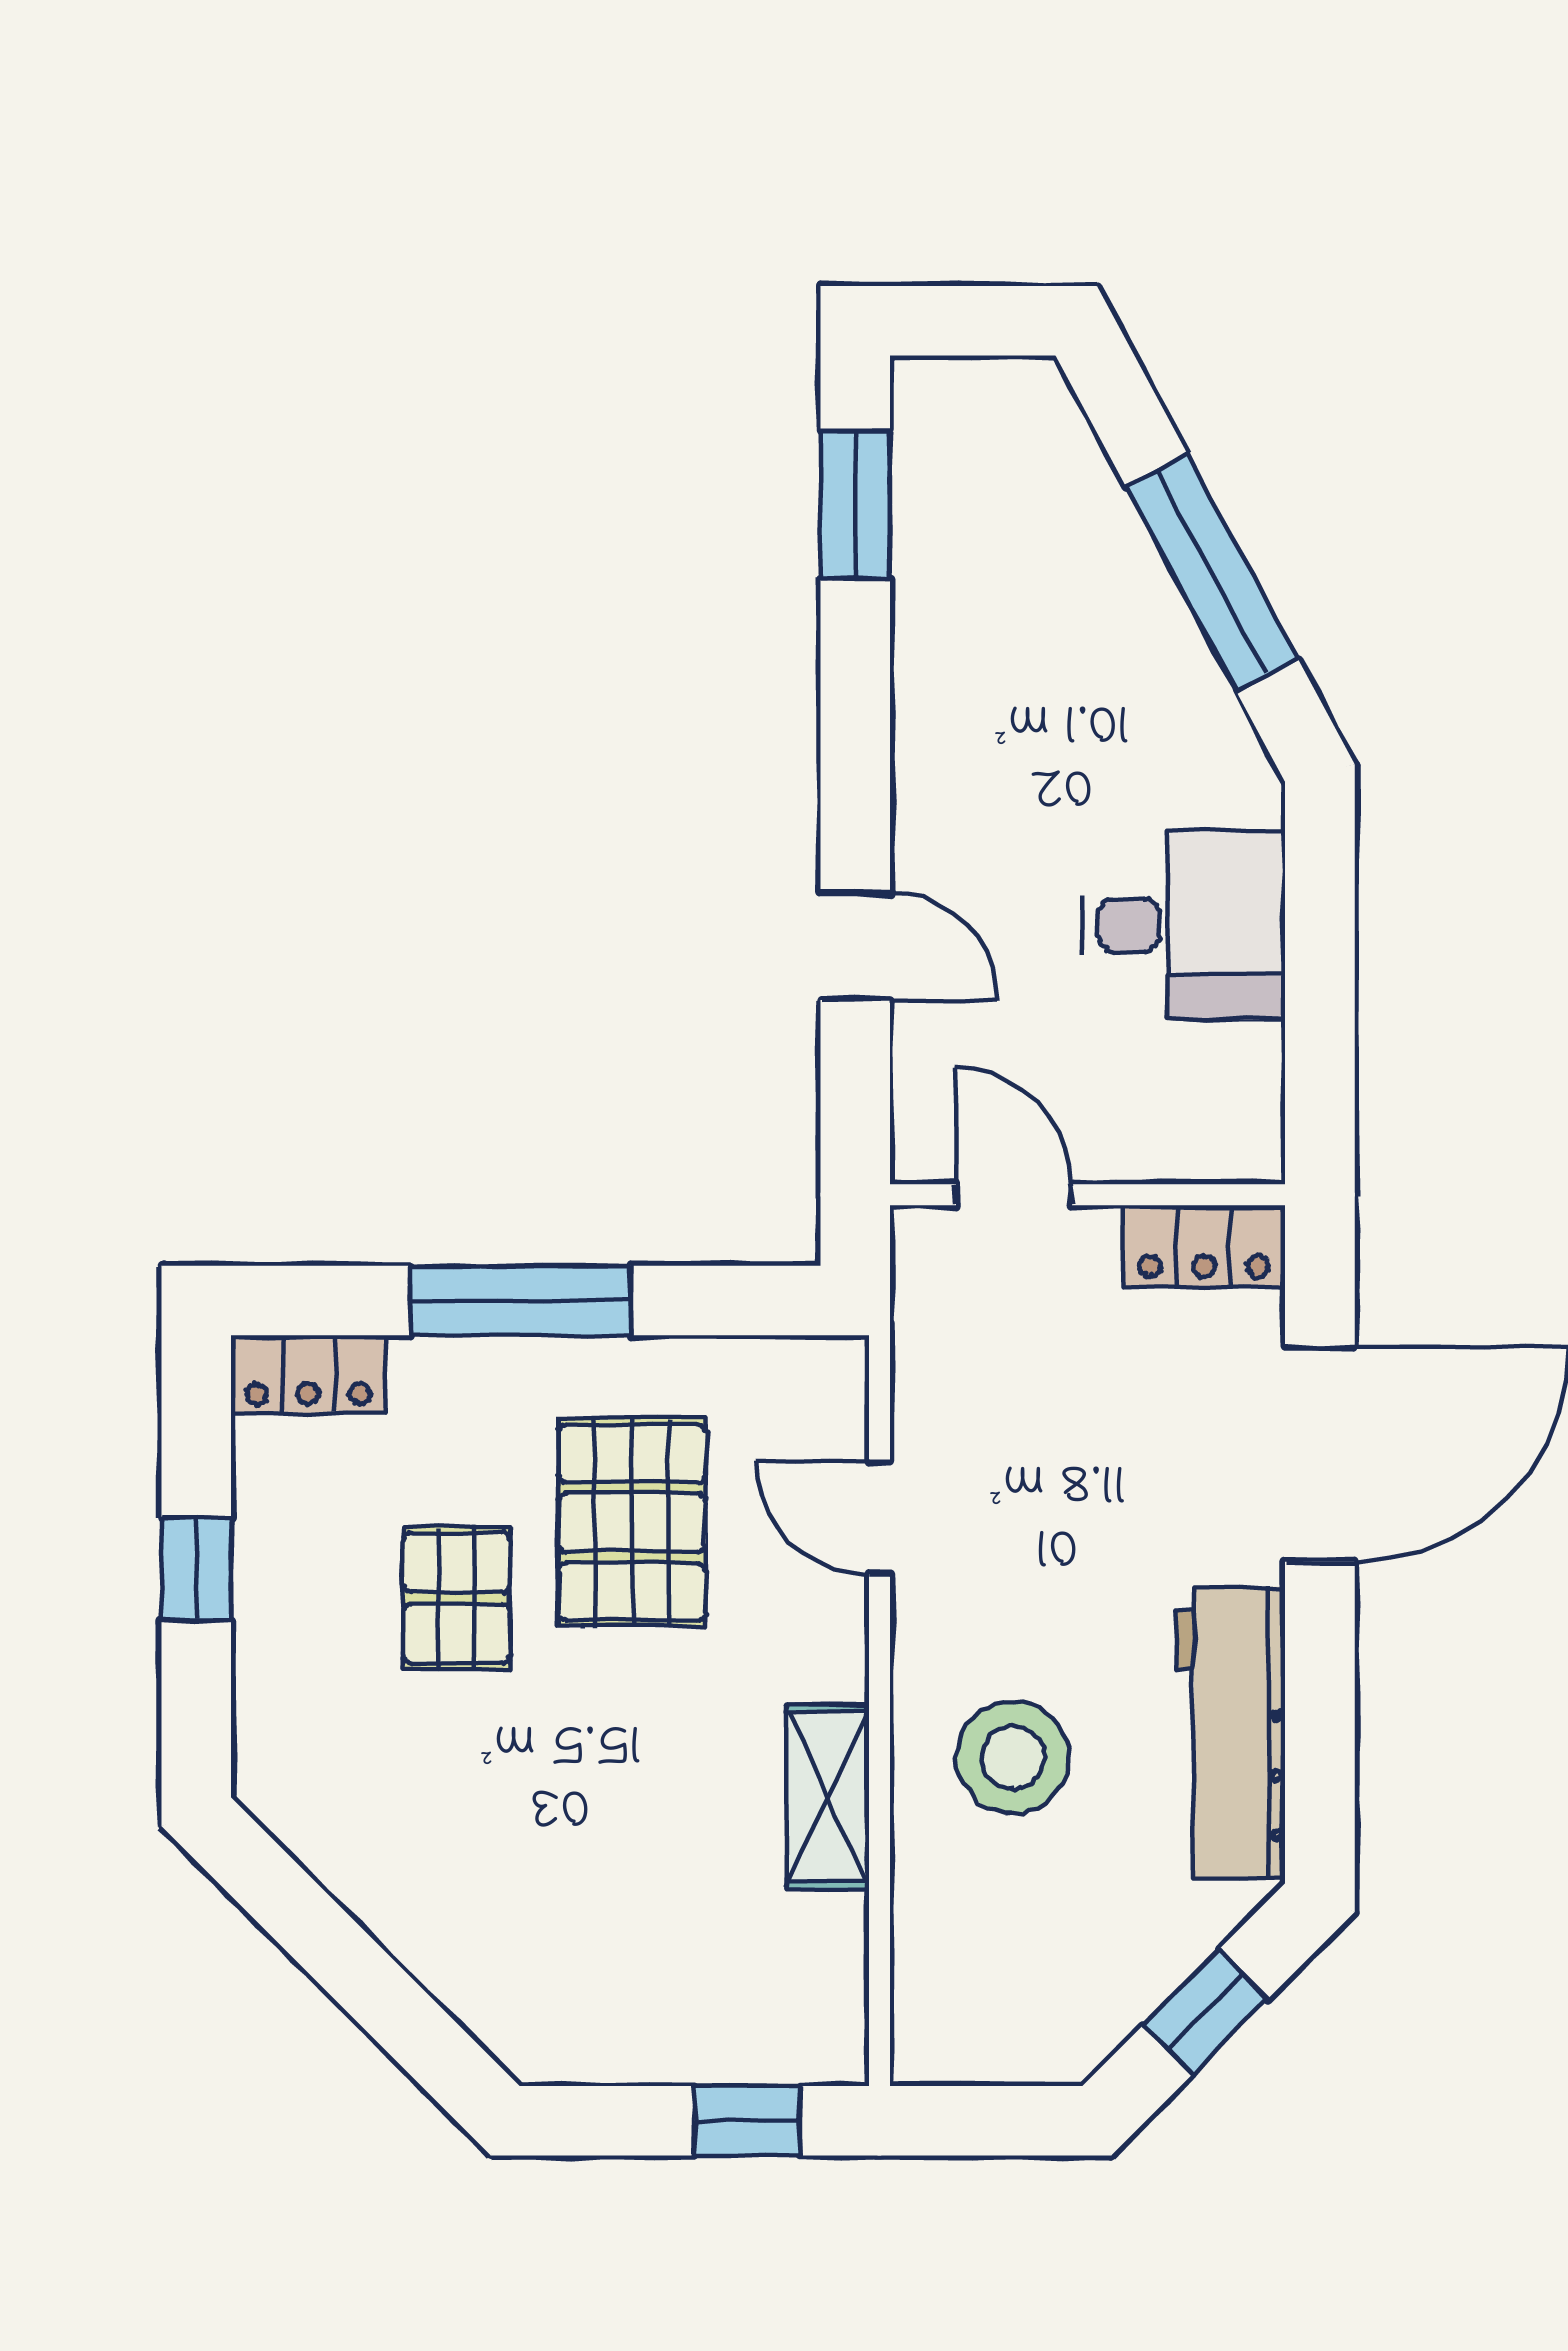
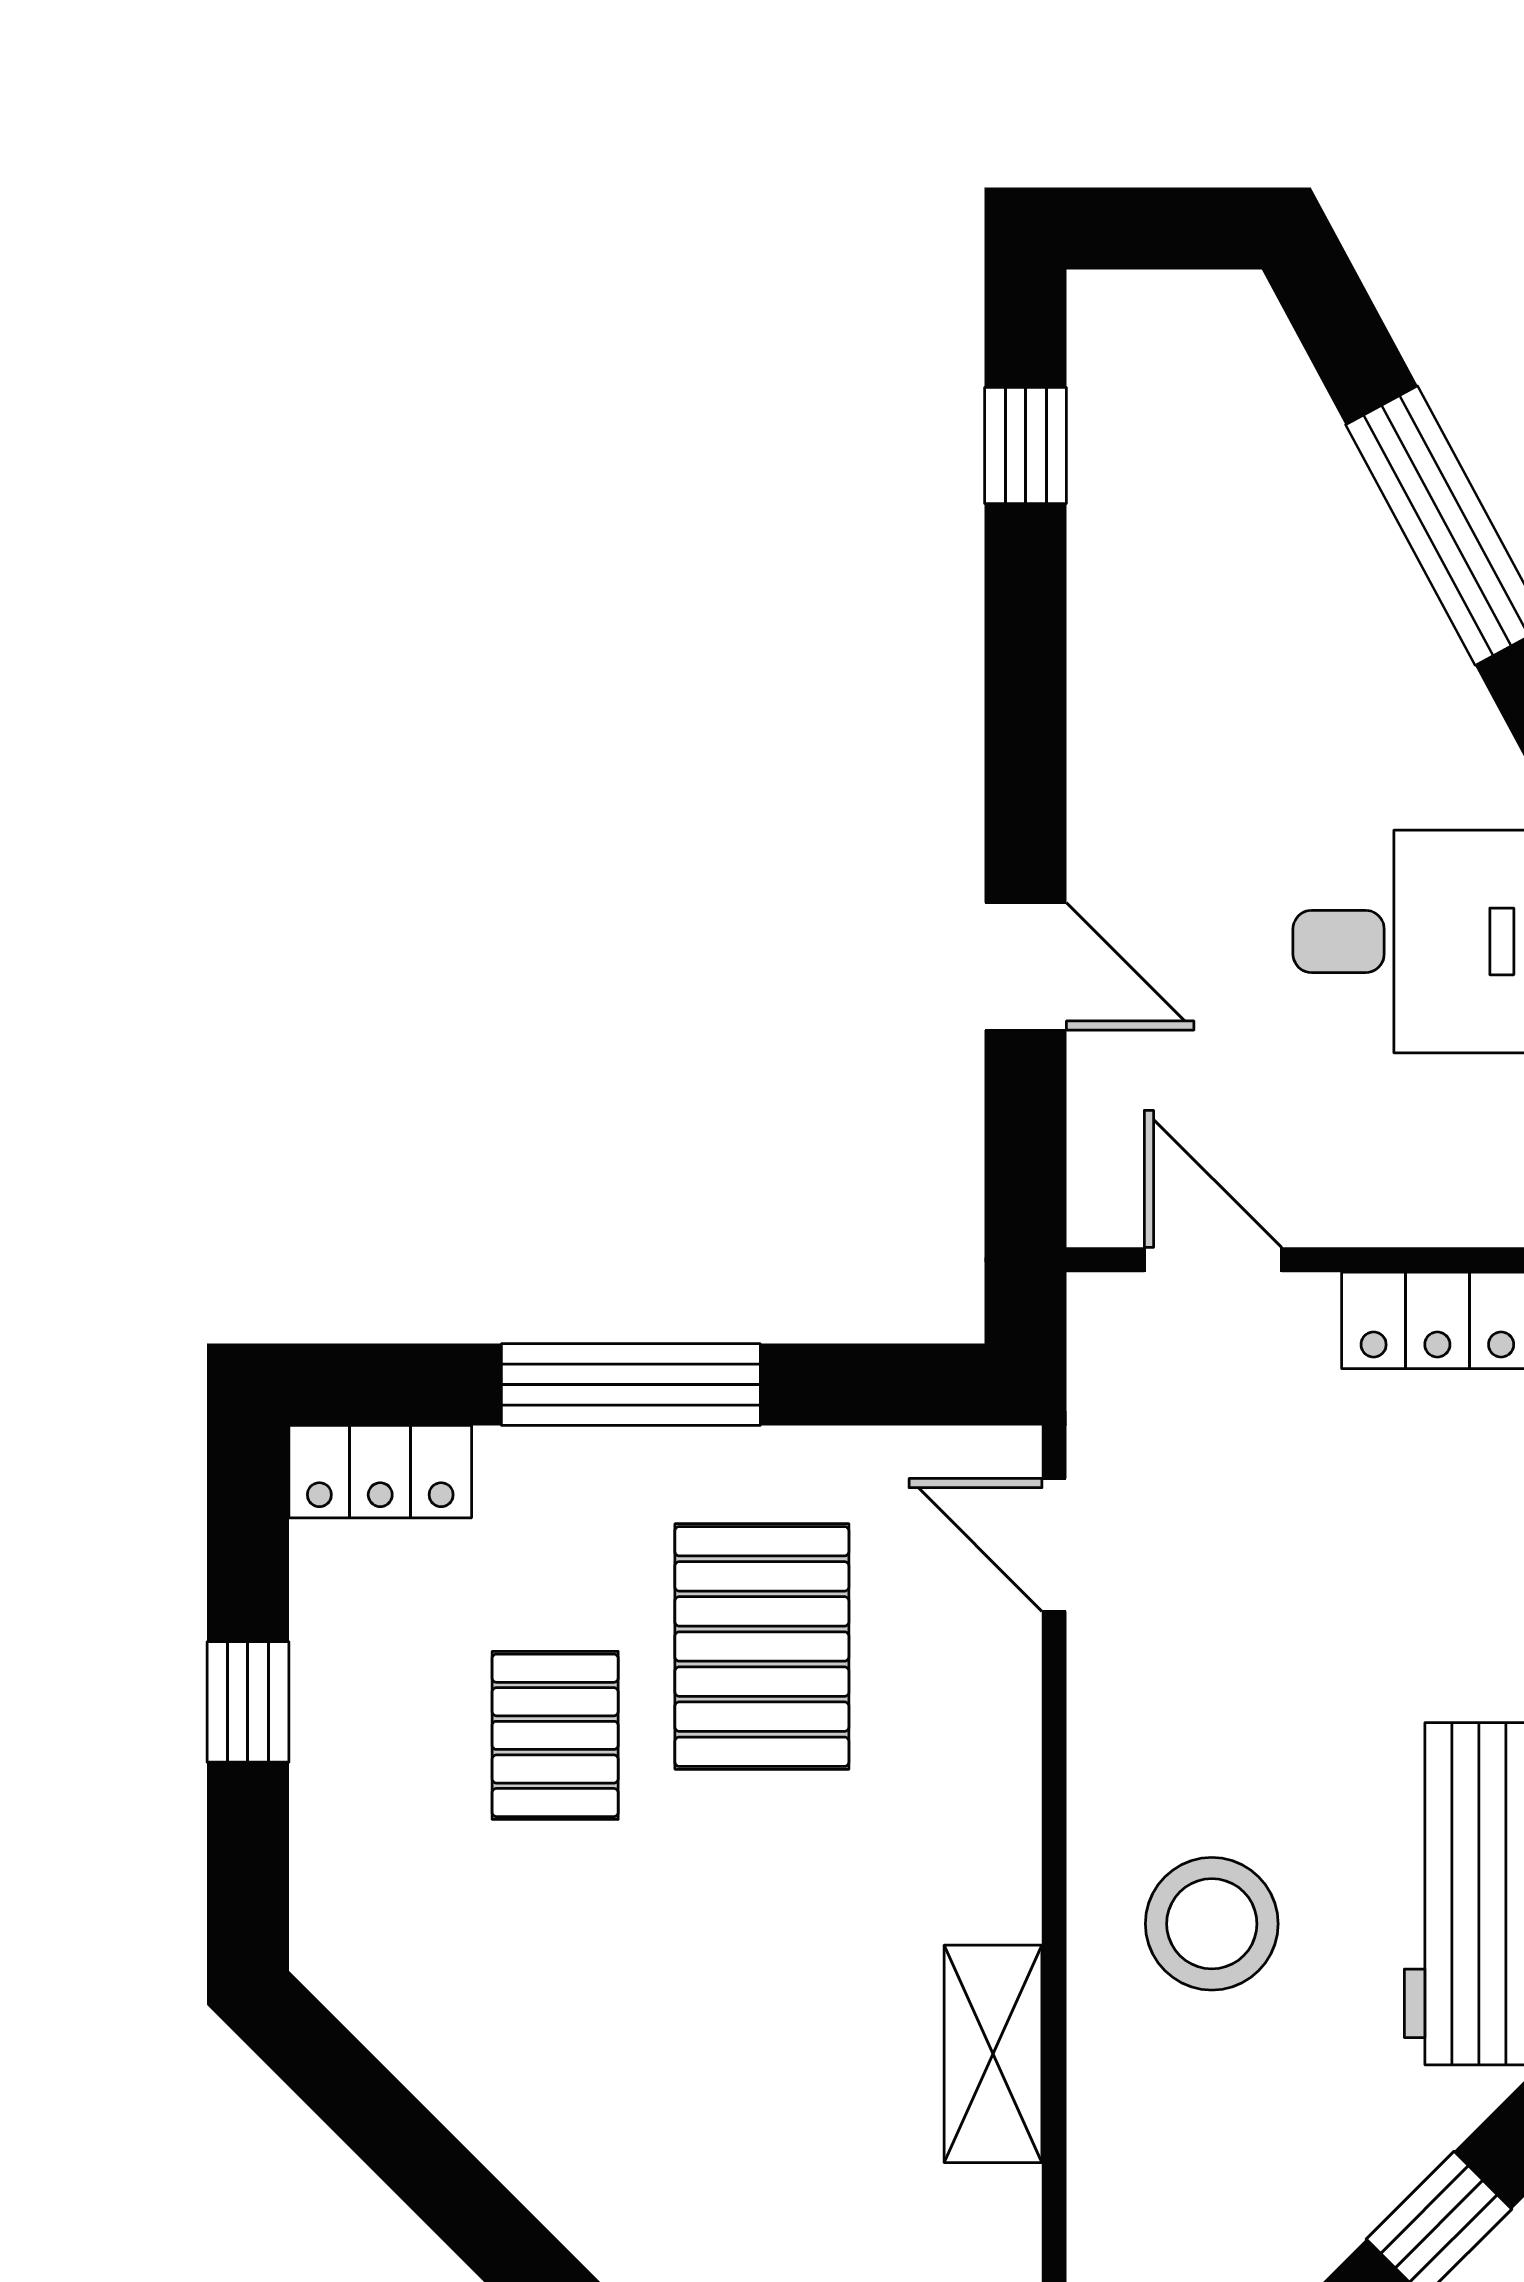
window: (855, 505) -> (1026, 446), width x0.67
door: (879, 1518) -> (1054, 1545), moved
shelving: (828, 1797) -> (993, 2054), moved

